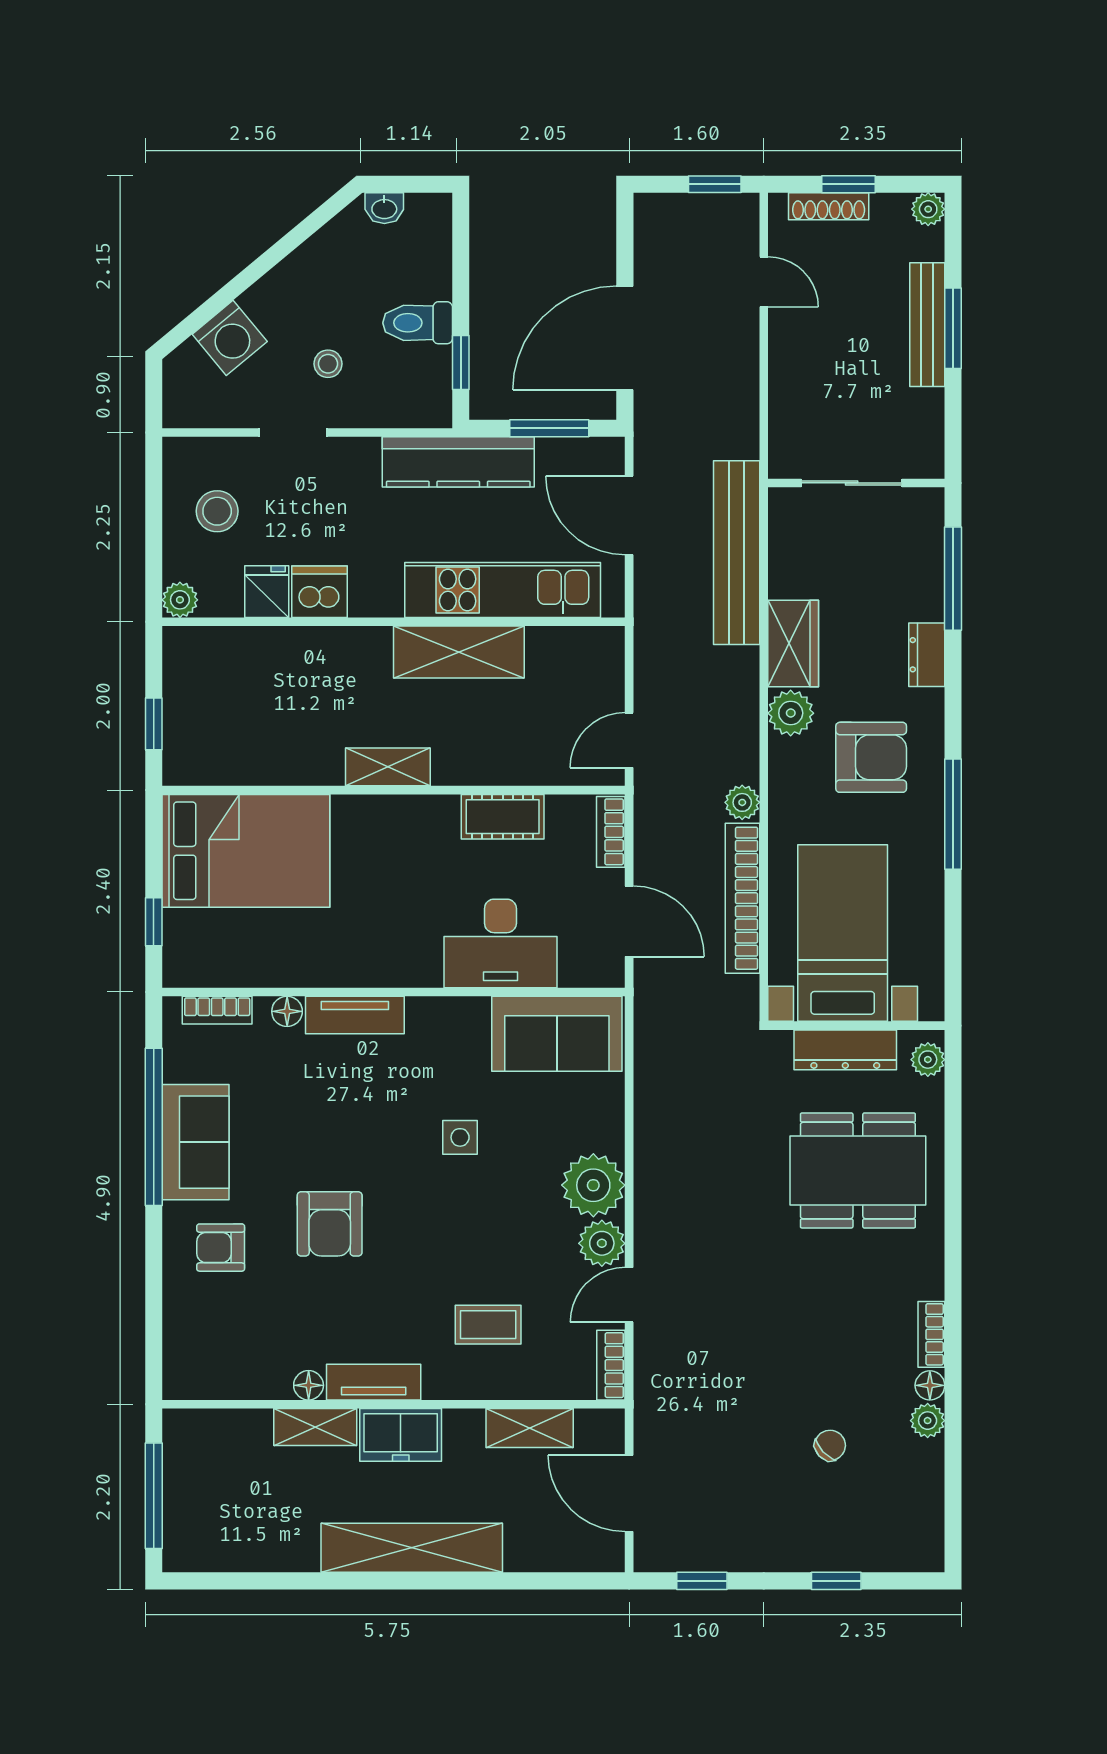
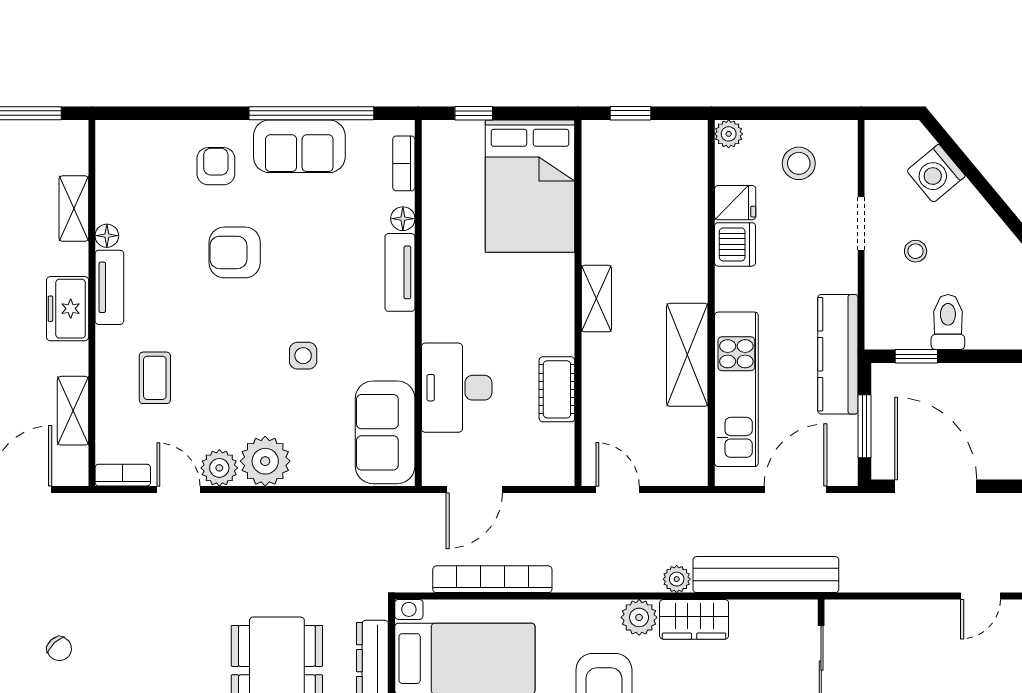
plant: (742, 802) -> (677, 579), moved
bookcase: (611, 832) -> (545, 475), removed
shelving: (315, 1427) -> (74, 209), moved

